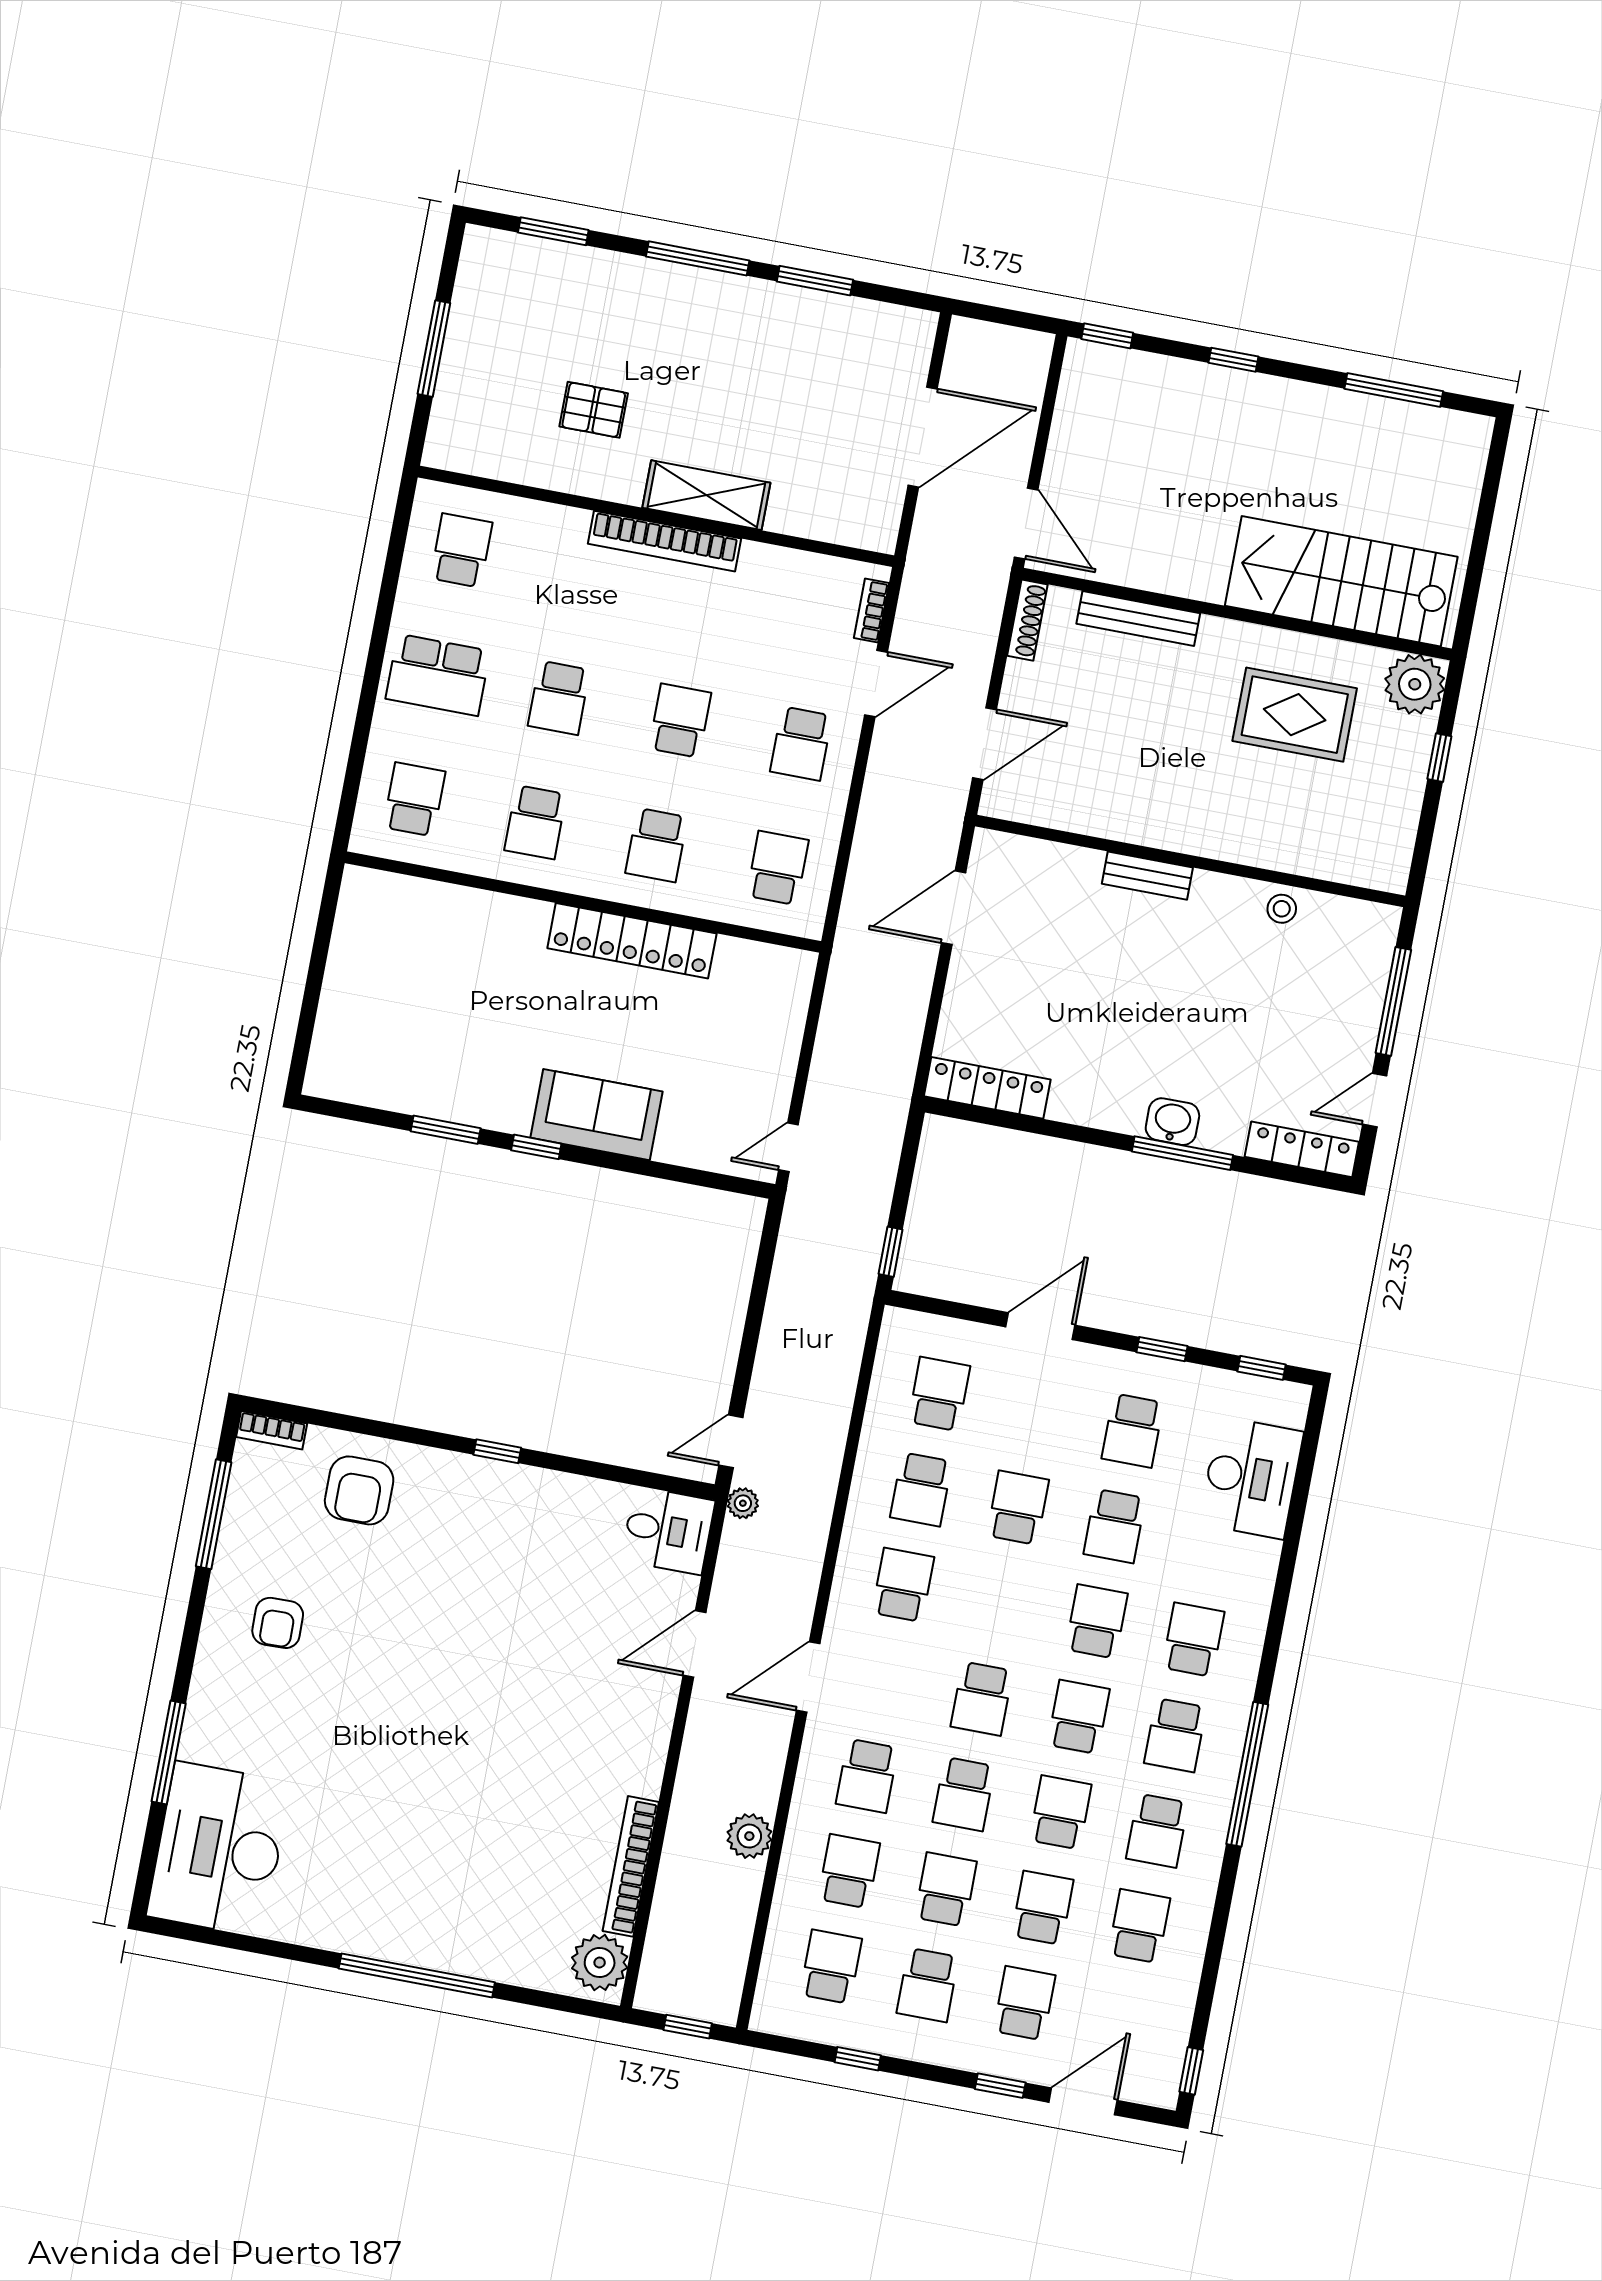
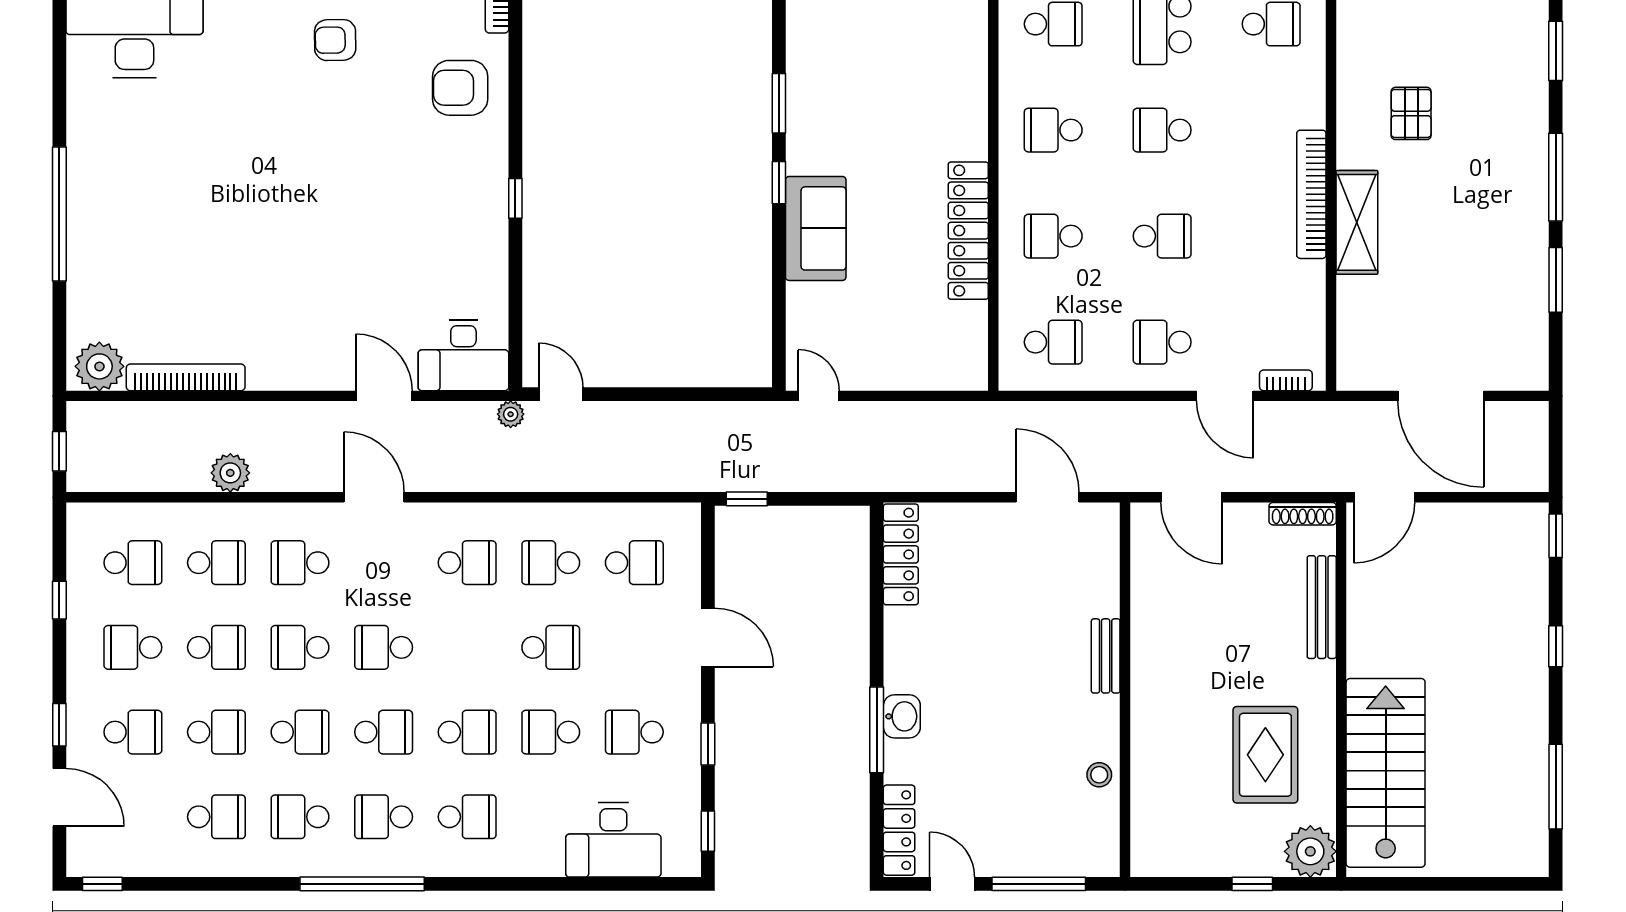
desk: (668, 1530) -> (463, 355), width x1.37

